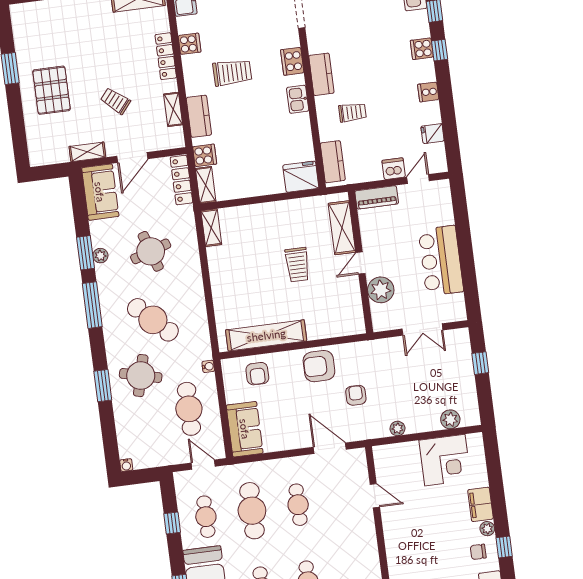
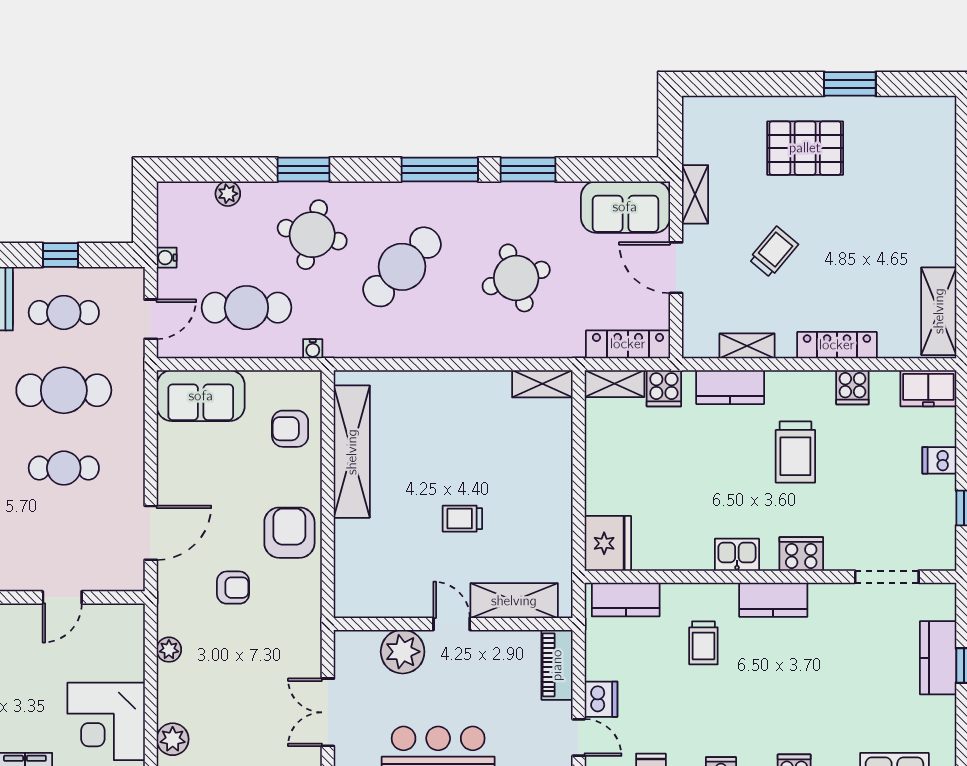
plant: (100, 256) -> (228, 194), moved
trolley: (297, 265) -> (462, 519), width x0.73, depth x0.72
water cooler: (126, 465) -> (167, 258), moved

